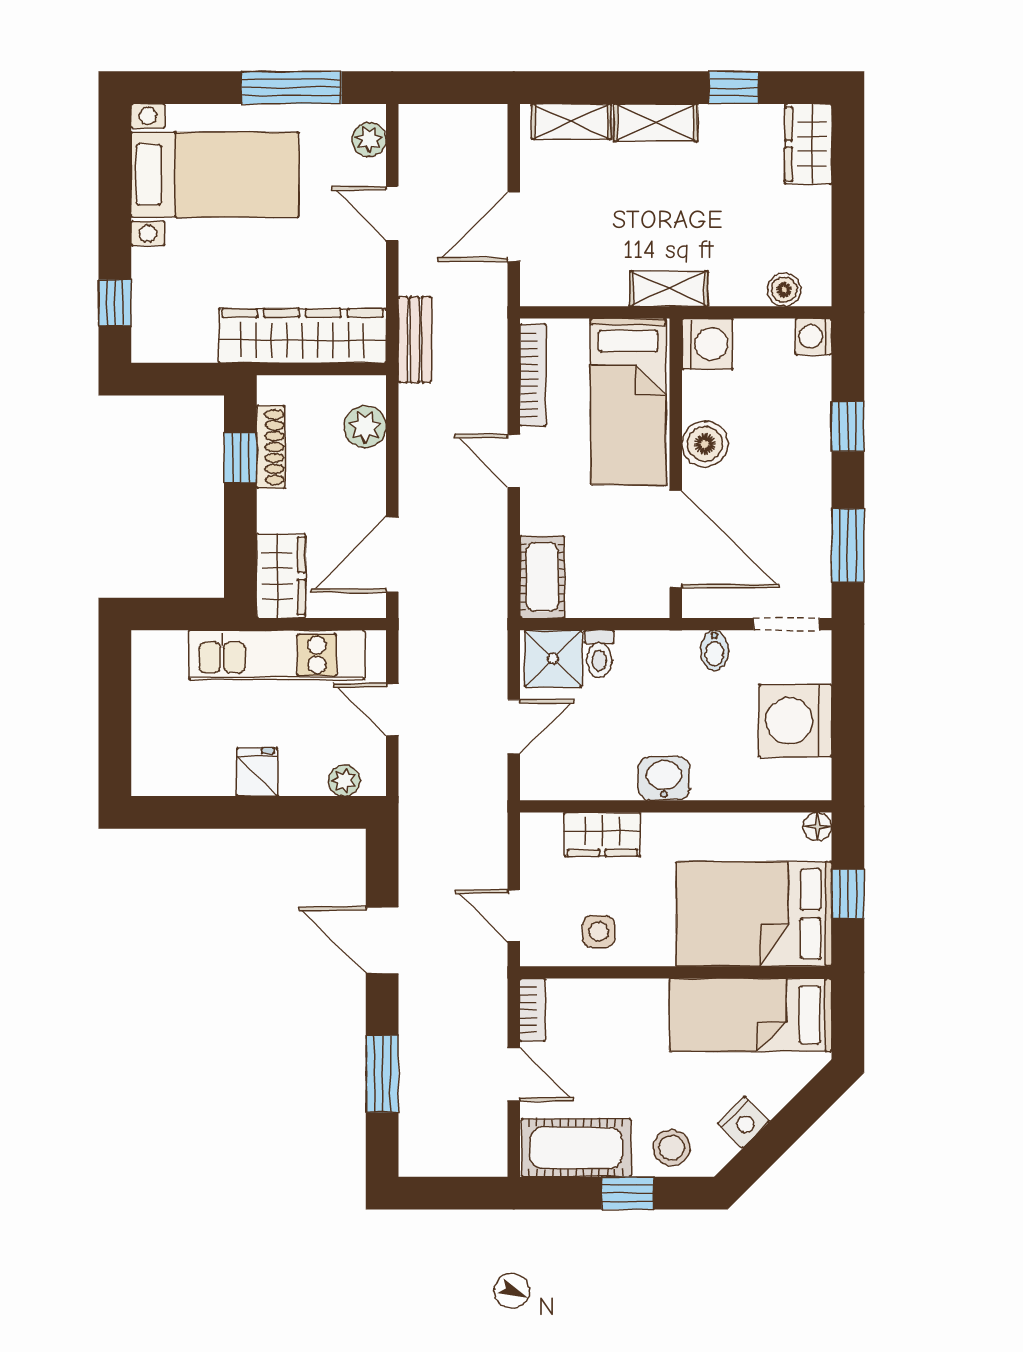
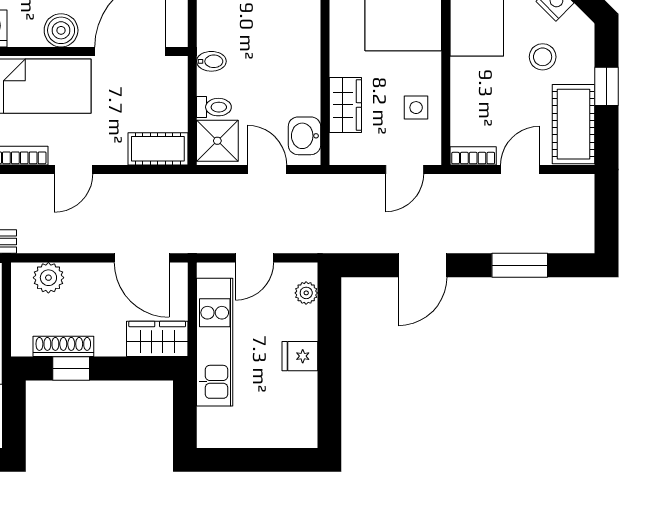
bidet: (714, 650) -> (211, 61), moved
washbasin: (664, 778) -> (304, 136), moved
stool: (672, 1148) -> (543, 57), moved

